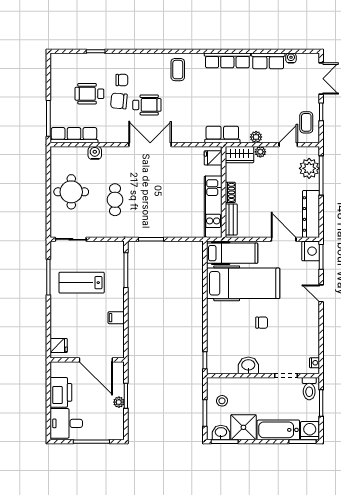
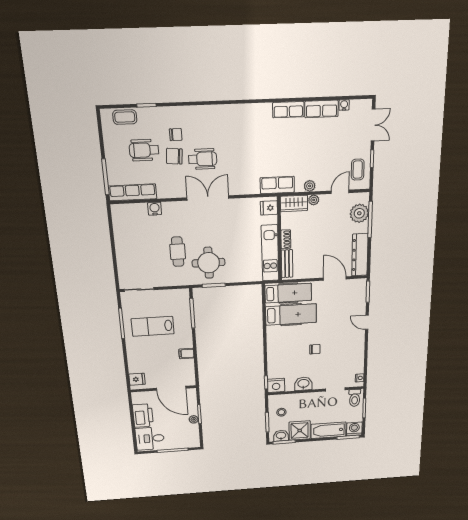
row of seats: (227, 60) -> (288, 110), width x0.68
coffee table: (178, 70) -> (125, 117), moved, turned 90
round table: (71, 192) -> (209, 263), moved
nightstand: (311, 251) -> (276, 385), moved, turned 90
hospital bed: (243, 283) -> (291, 315), width x0.73, depth x0.78

